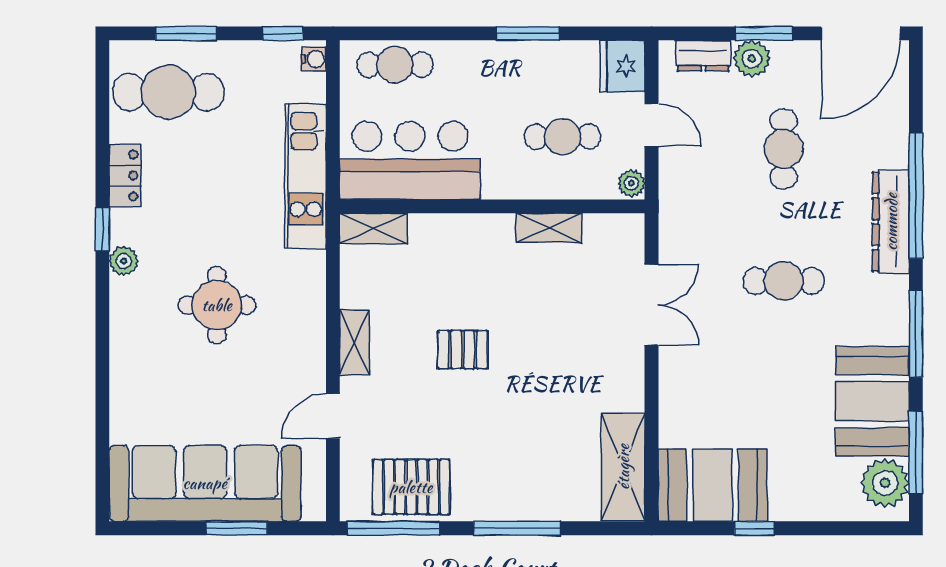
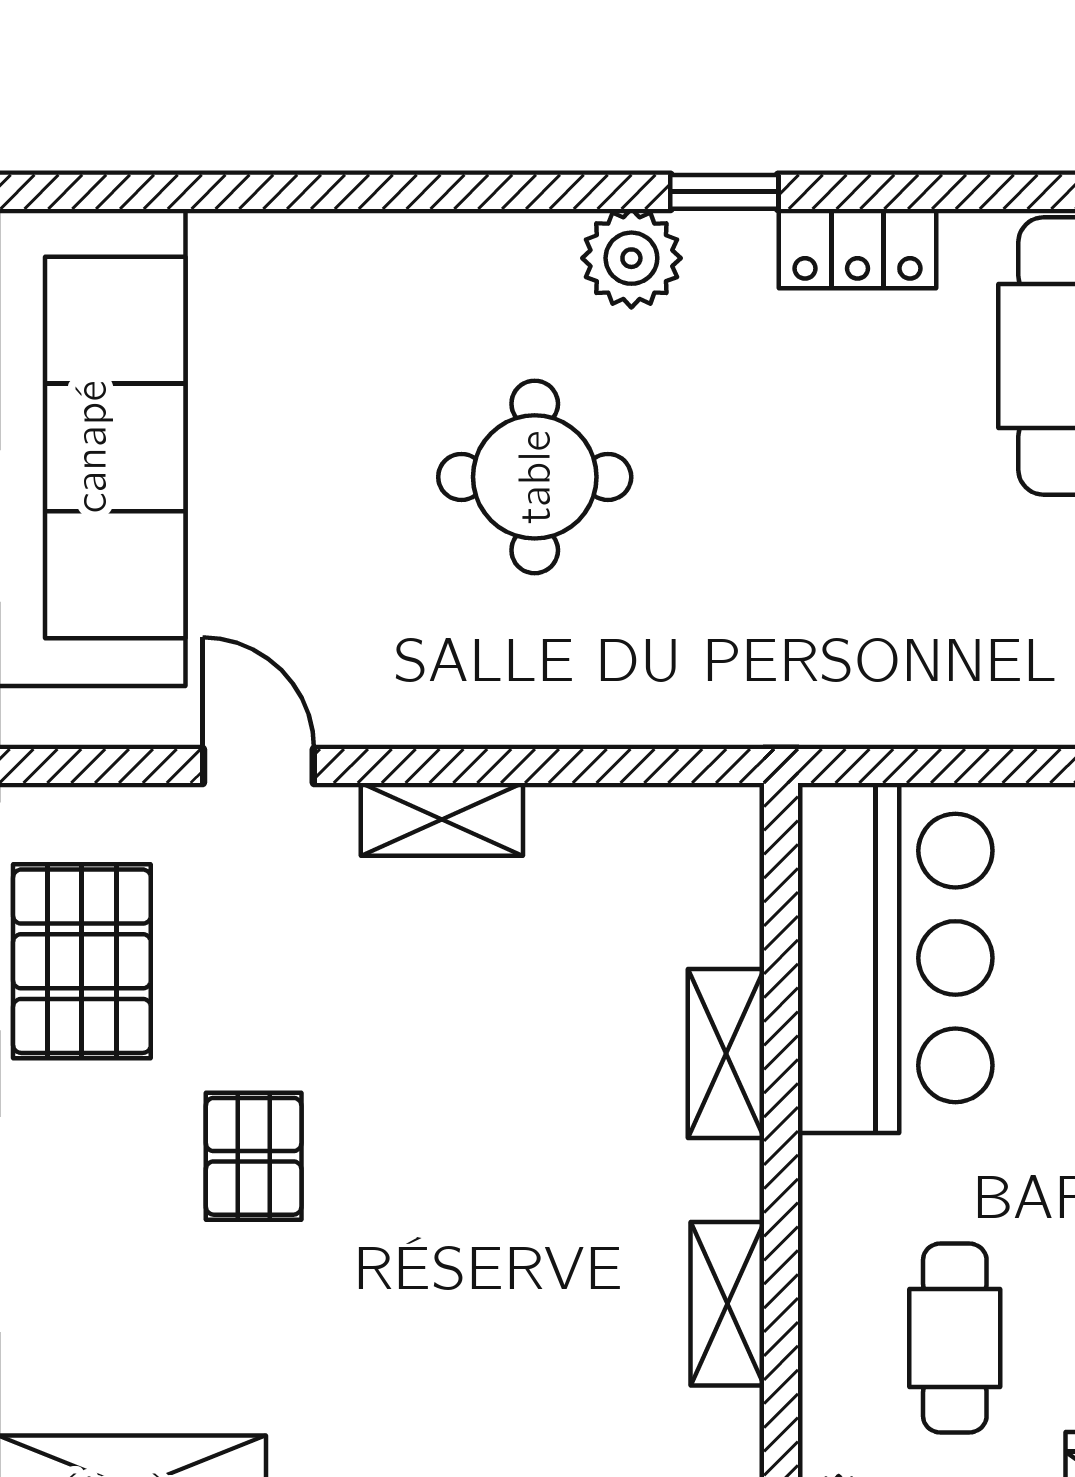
kitchen unit: (306, 176) -> (856, 698), removed
shelving: (374, 228) -> (726, 1054), moved
plant: (124, 261) -> (631, 258), width x1.38, depth x1.38
pallet: (463, 350) -> (254, 1156), moved

